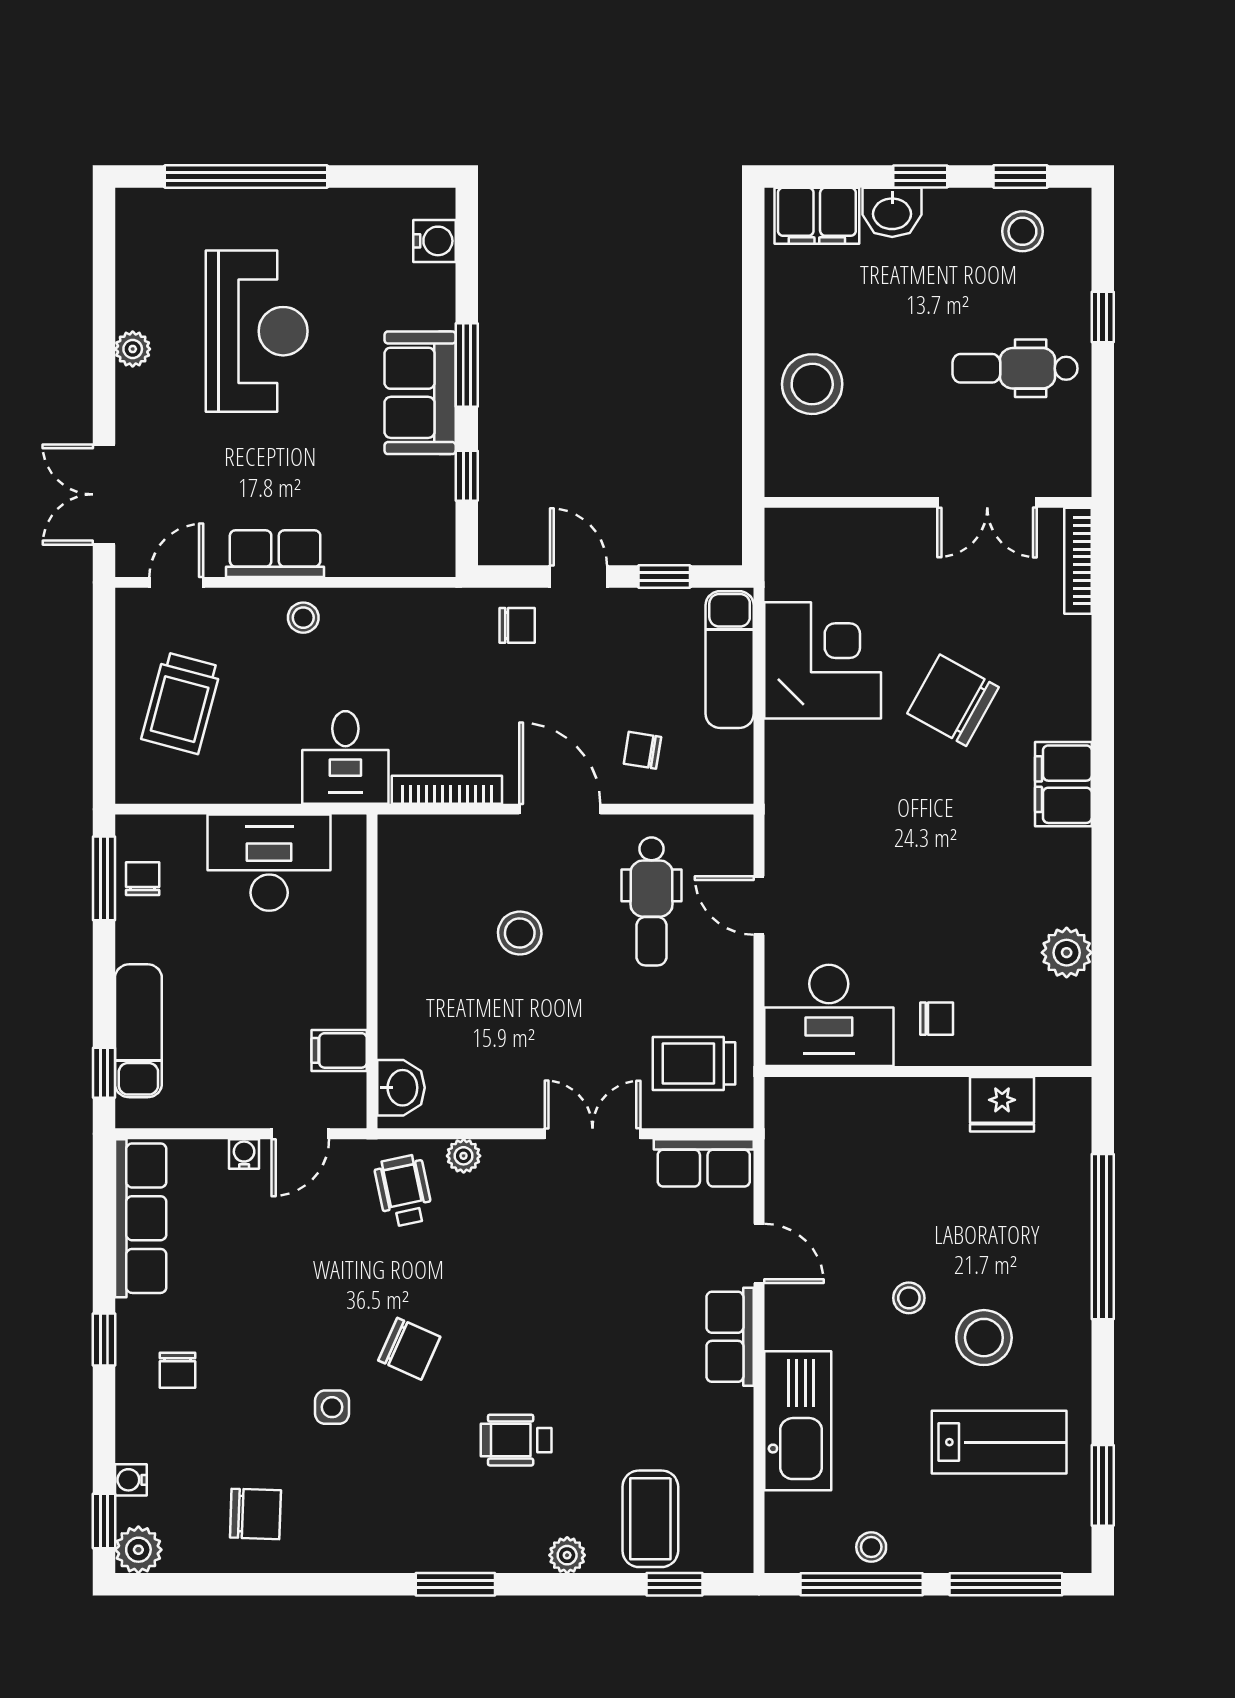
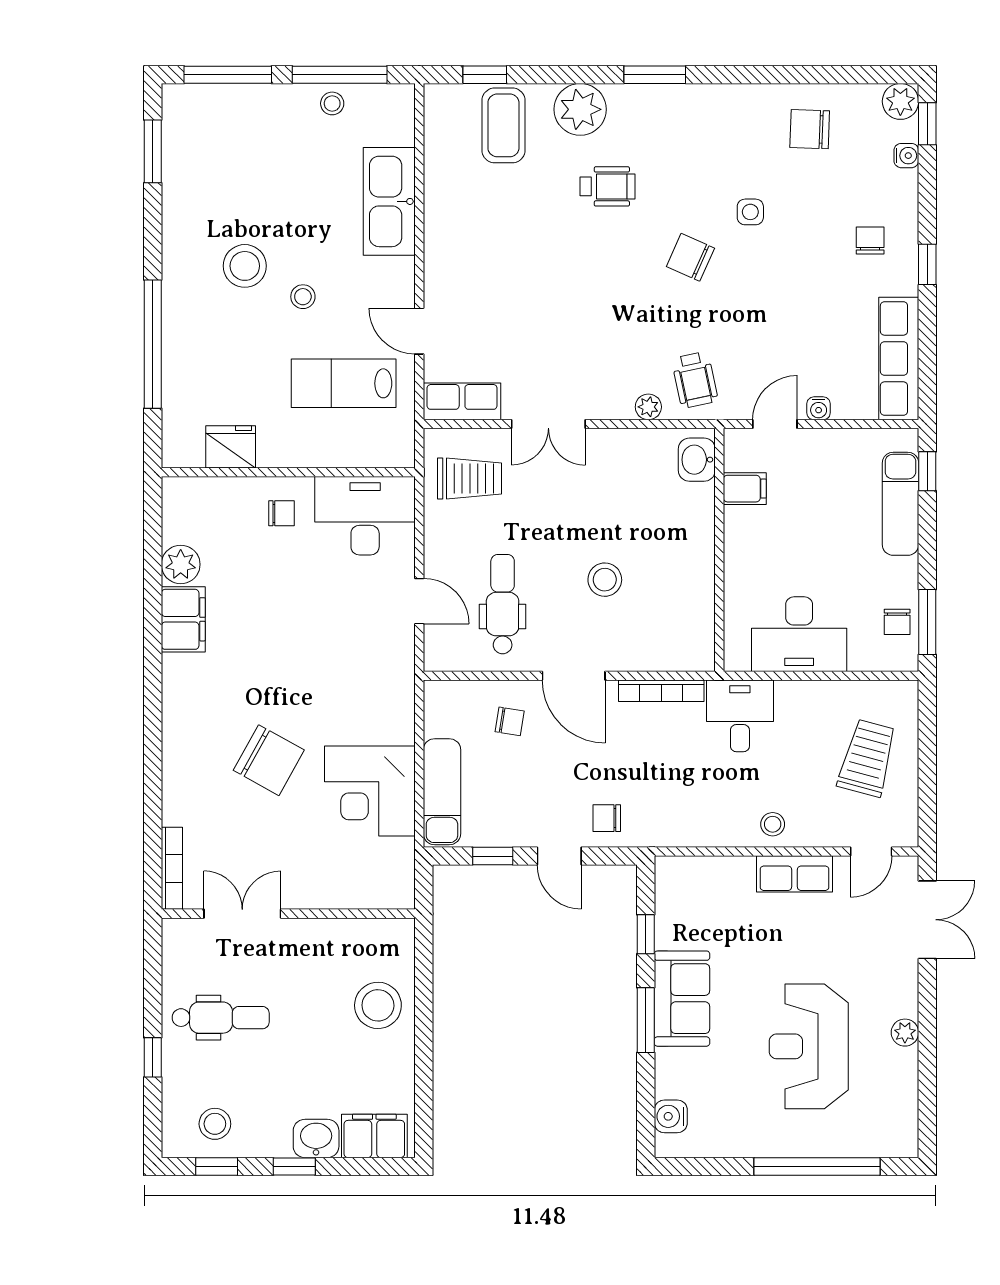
filing cabinet: (1063, 784) -> (183, 619), moved
chair: (937, 1019) -> (281, 513), turned 180
row of seats: (730, 1337) -> (442, 267), removed
lab bench: (999, 1442) -> (344, 383), moved
plant: (567, 1555) -> (580, 109), width x1.87, depth x1.87

